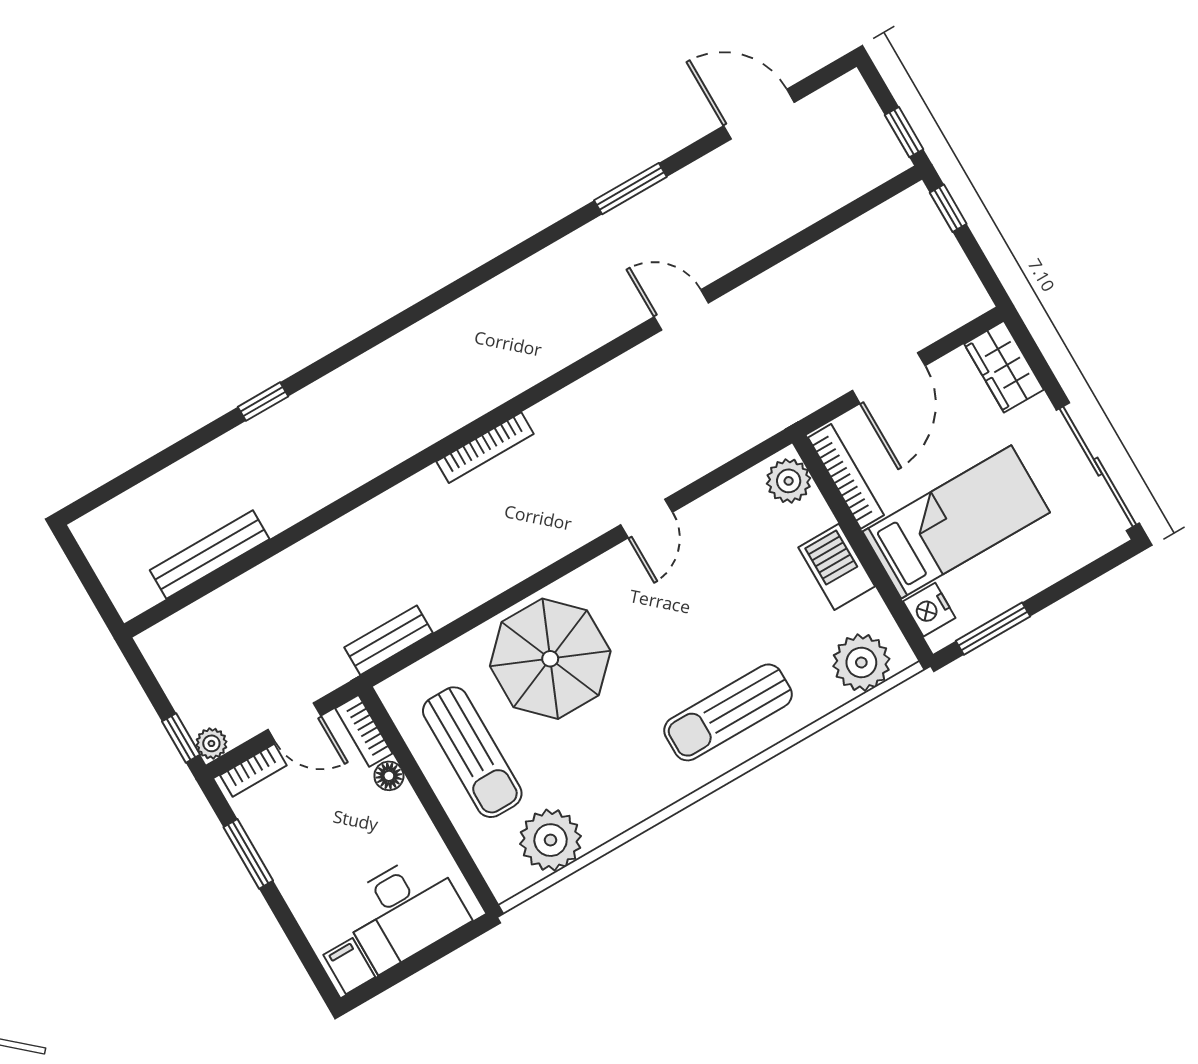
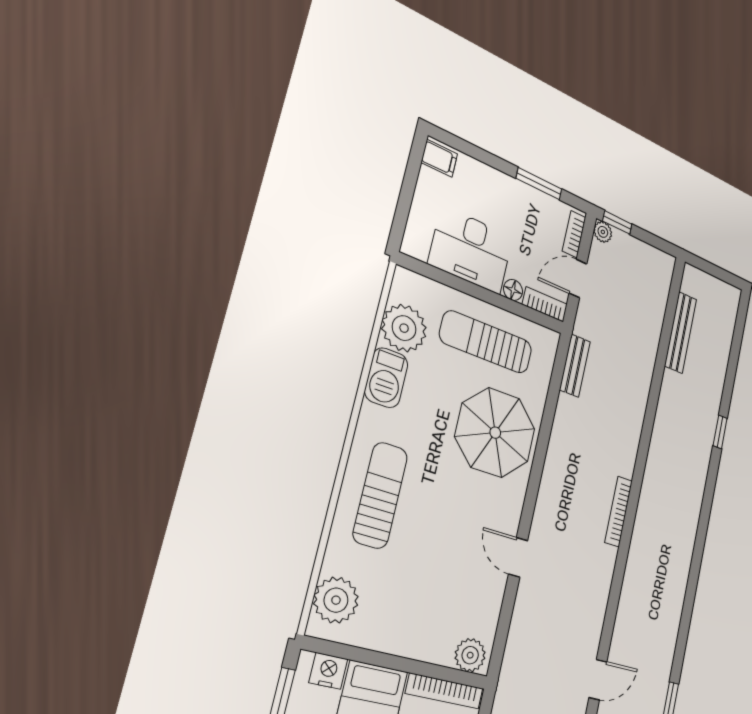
barbecue: (837, 567) -> (386, 378), moved, turned 90
desk: (404, 911) -> (471, 250), moved, turned -90

